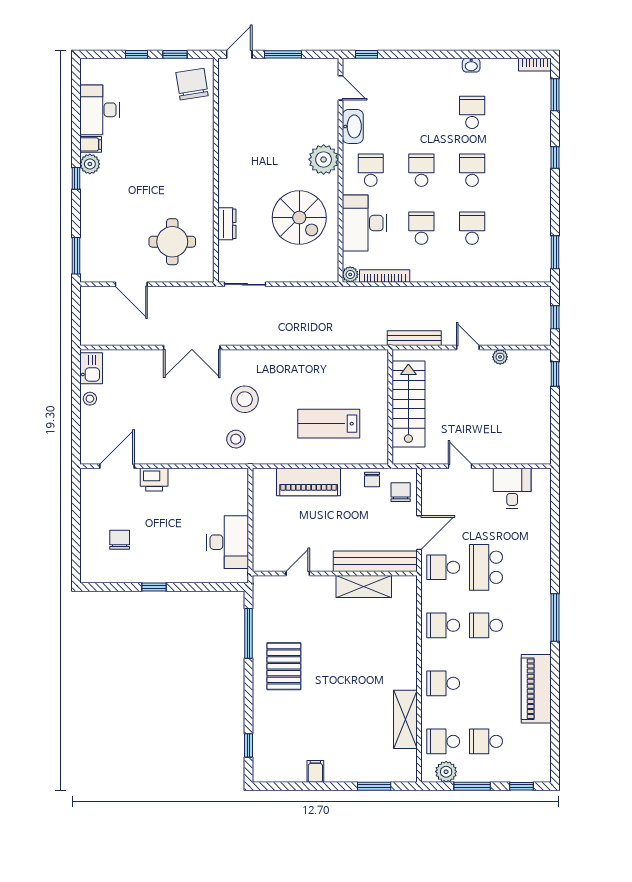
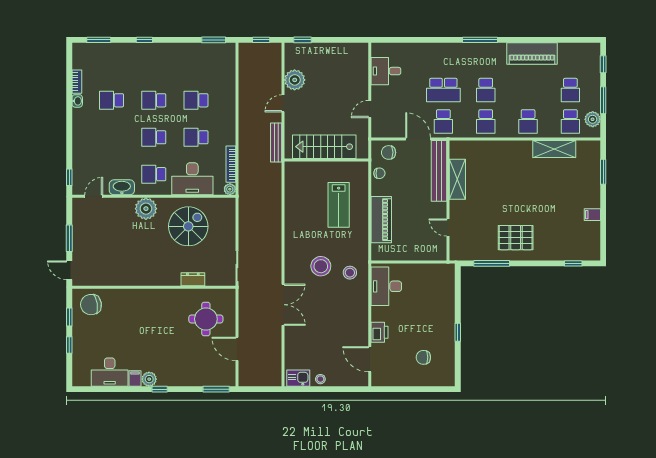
bookcase: (535, 65) -> (77, 82), moved
door: (131, 284) -> (237, 349), swing flipped
plant: (500, 357) -> (295, 80), width x1.88, depth x1.88
desk: (228, 542) -> (386, 286), moved, turned -90

